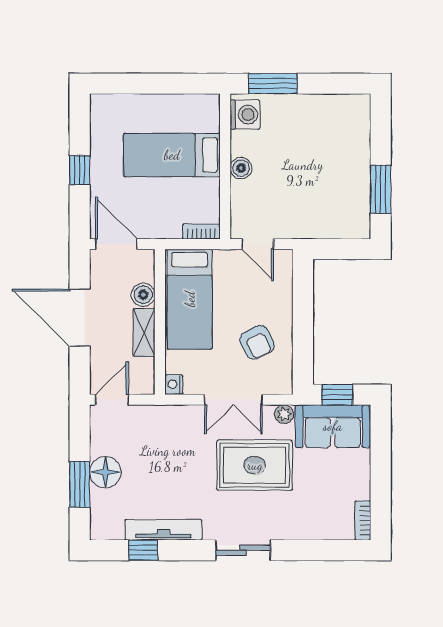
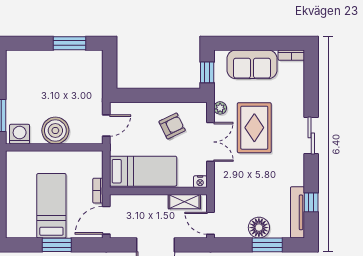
bed: (172, 155) -> (51, 206), moved, turned 180
boiler: (241, 168) -> (55, 130), width x1.86, depth x1.86
window: (80, 170) -> (57, 245), width x1.50
bookcase: (201, 232) -> (98, 191), moved
boiler: (143, 295) -> (140, 202), removed
shelving: (144, 332) -> (184, 202), moved
sofa: (333, 426) -> (252, 64), moved, turned 90
tv unit: (164, 530) -> (298, 212), moved

